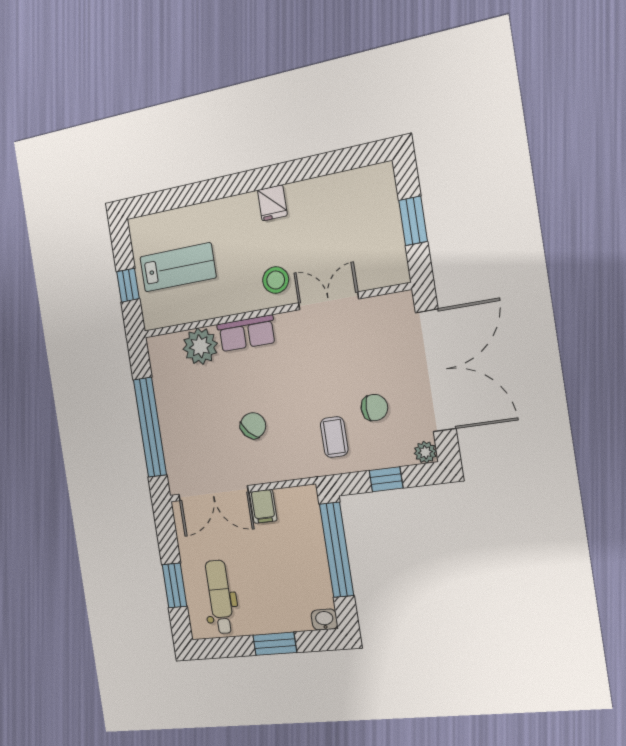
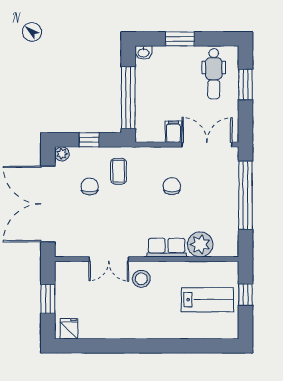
fridge: (272, 203) -> (69, 329), moved
lab bench: (178, 267) -> (207, 300), turned 180
chair: (374, 408) -> (90, 186), turned 90
chair: (253, 426) -> (172, 186), turned 133

